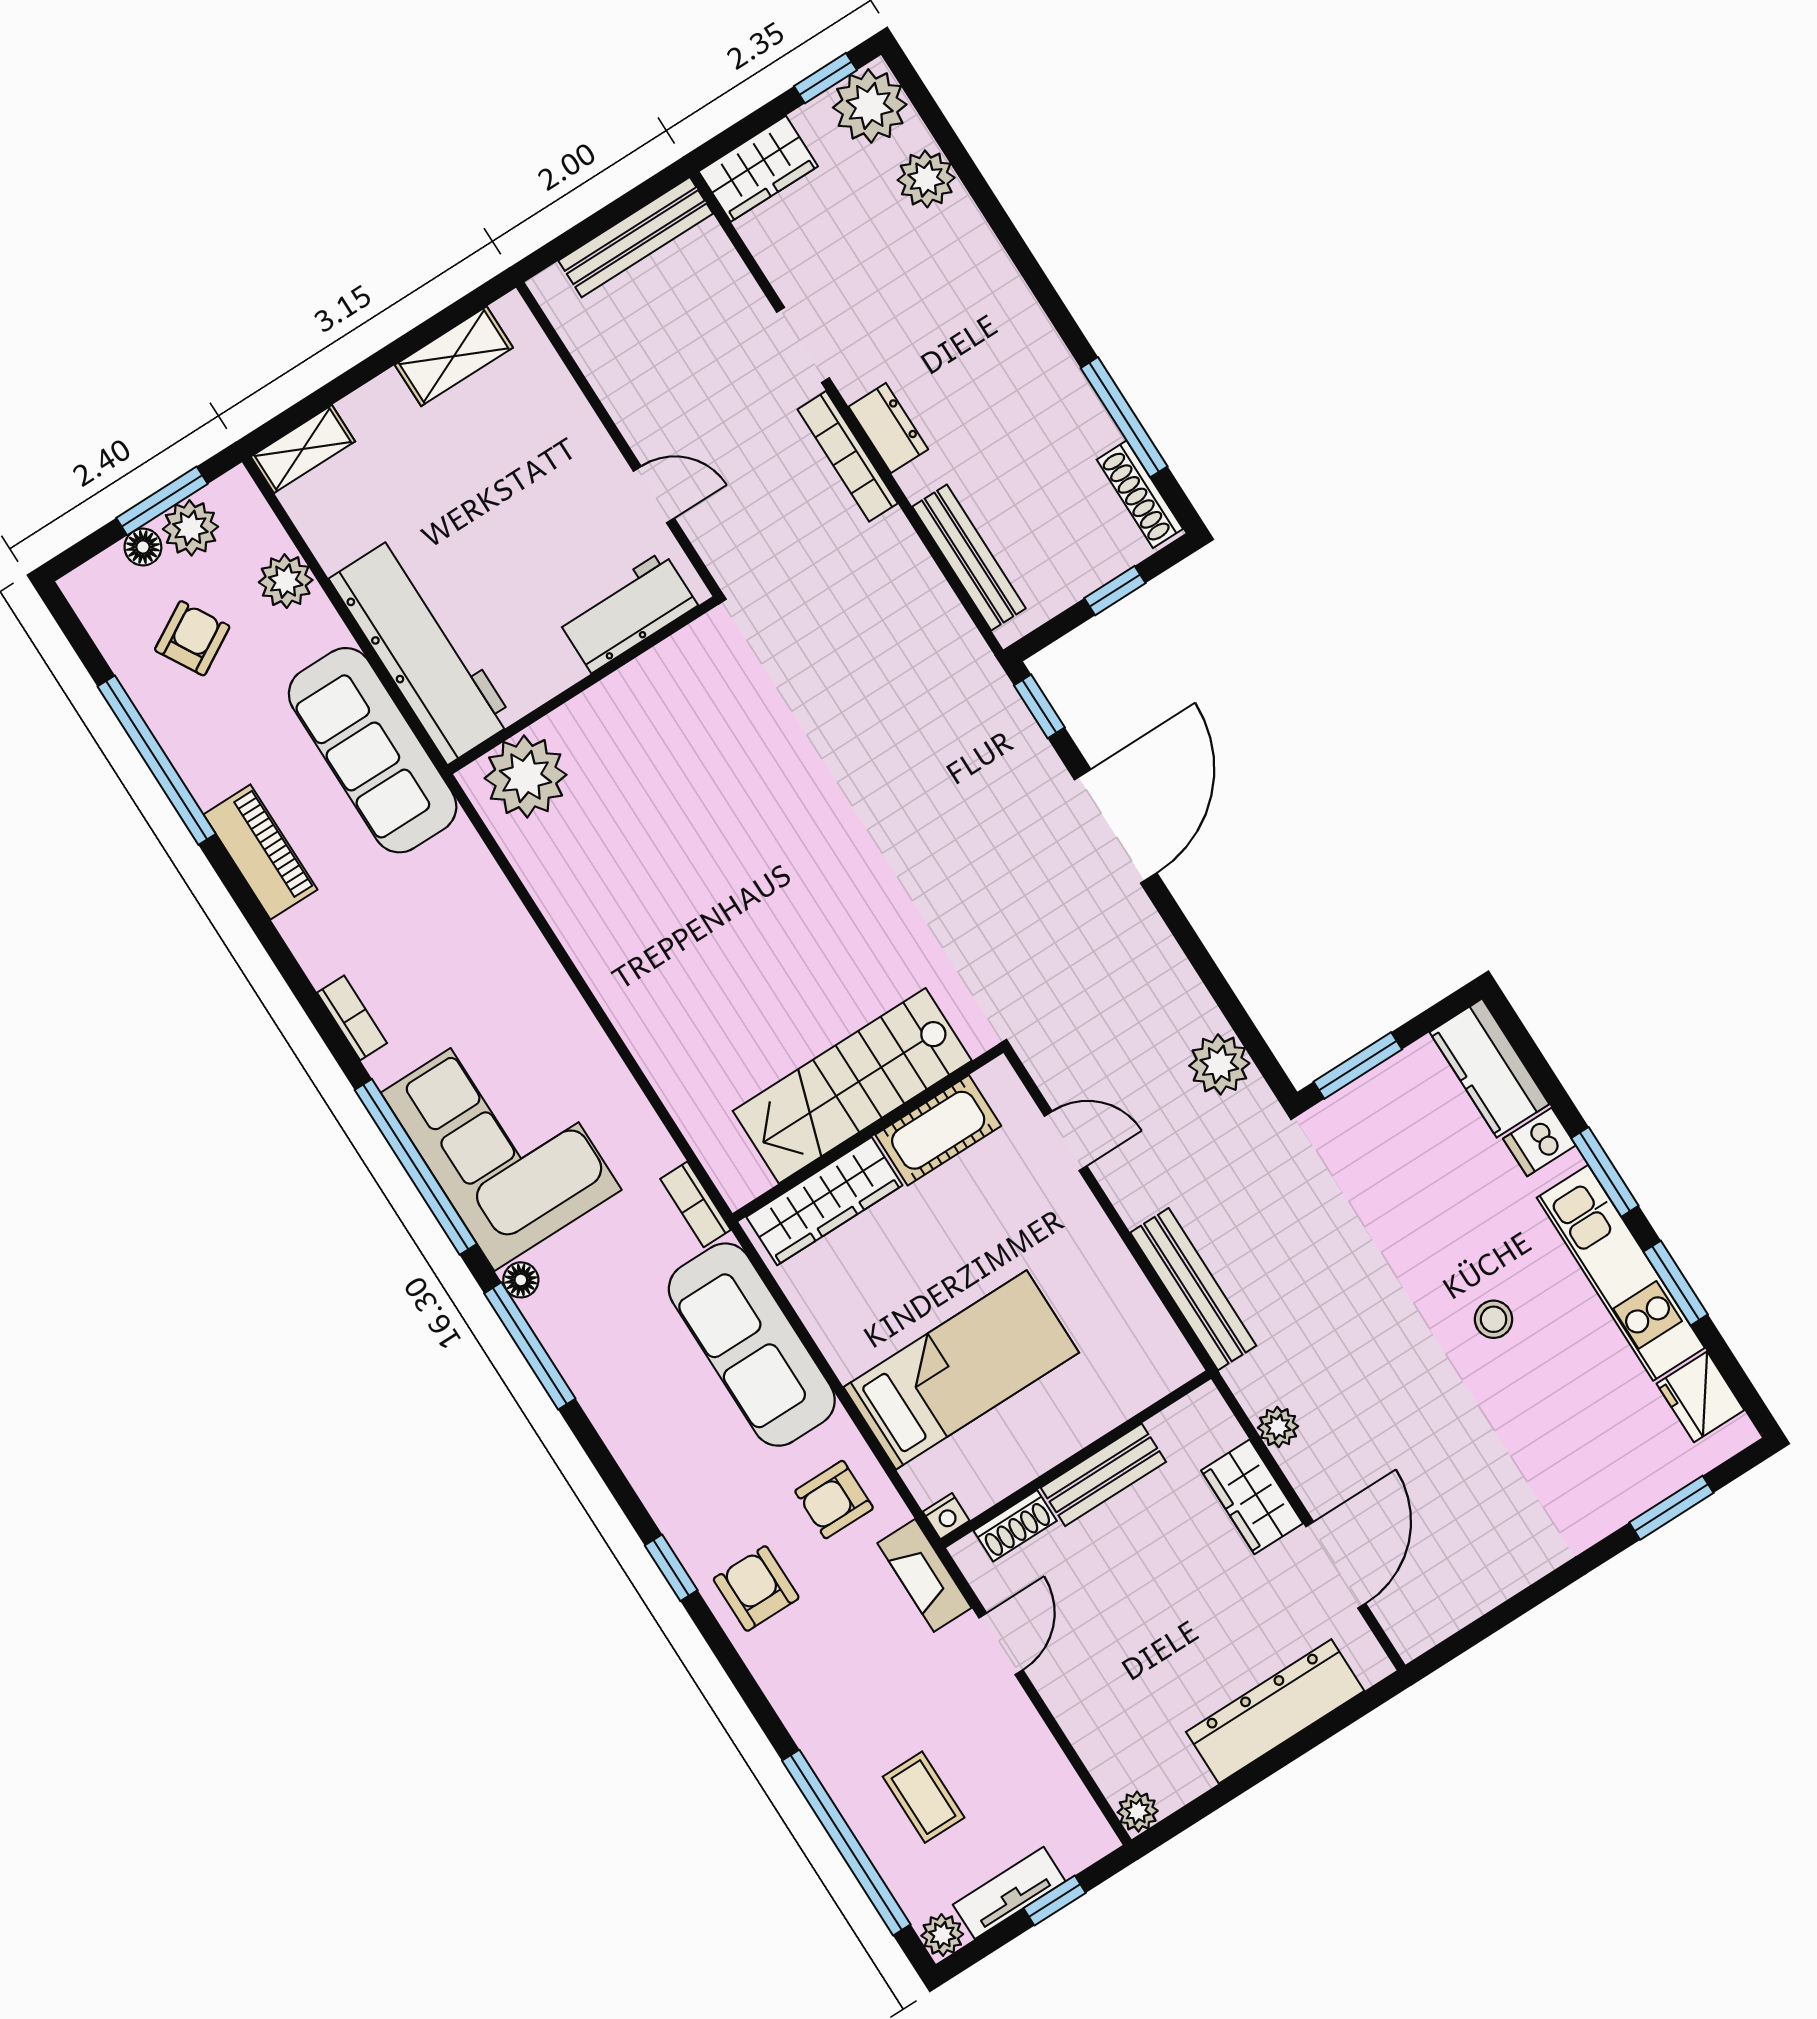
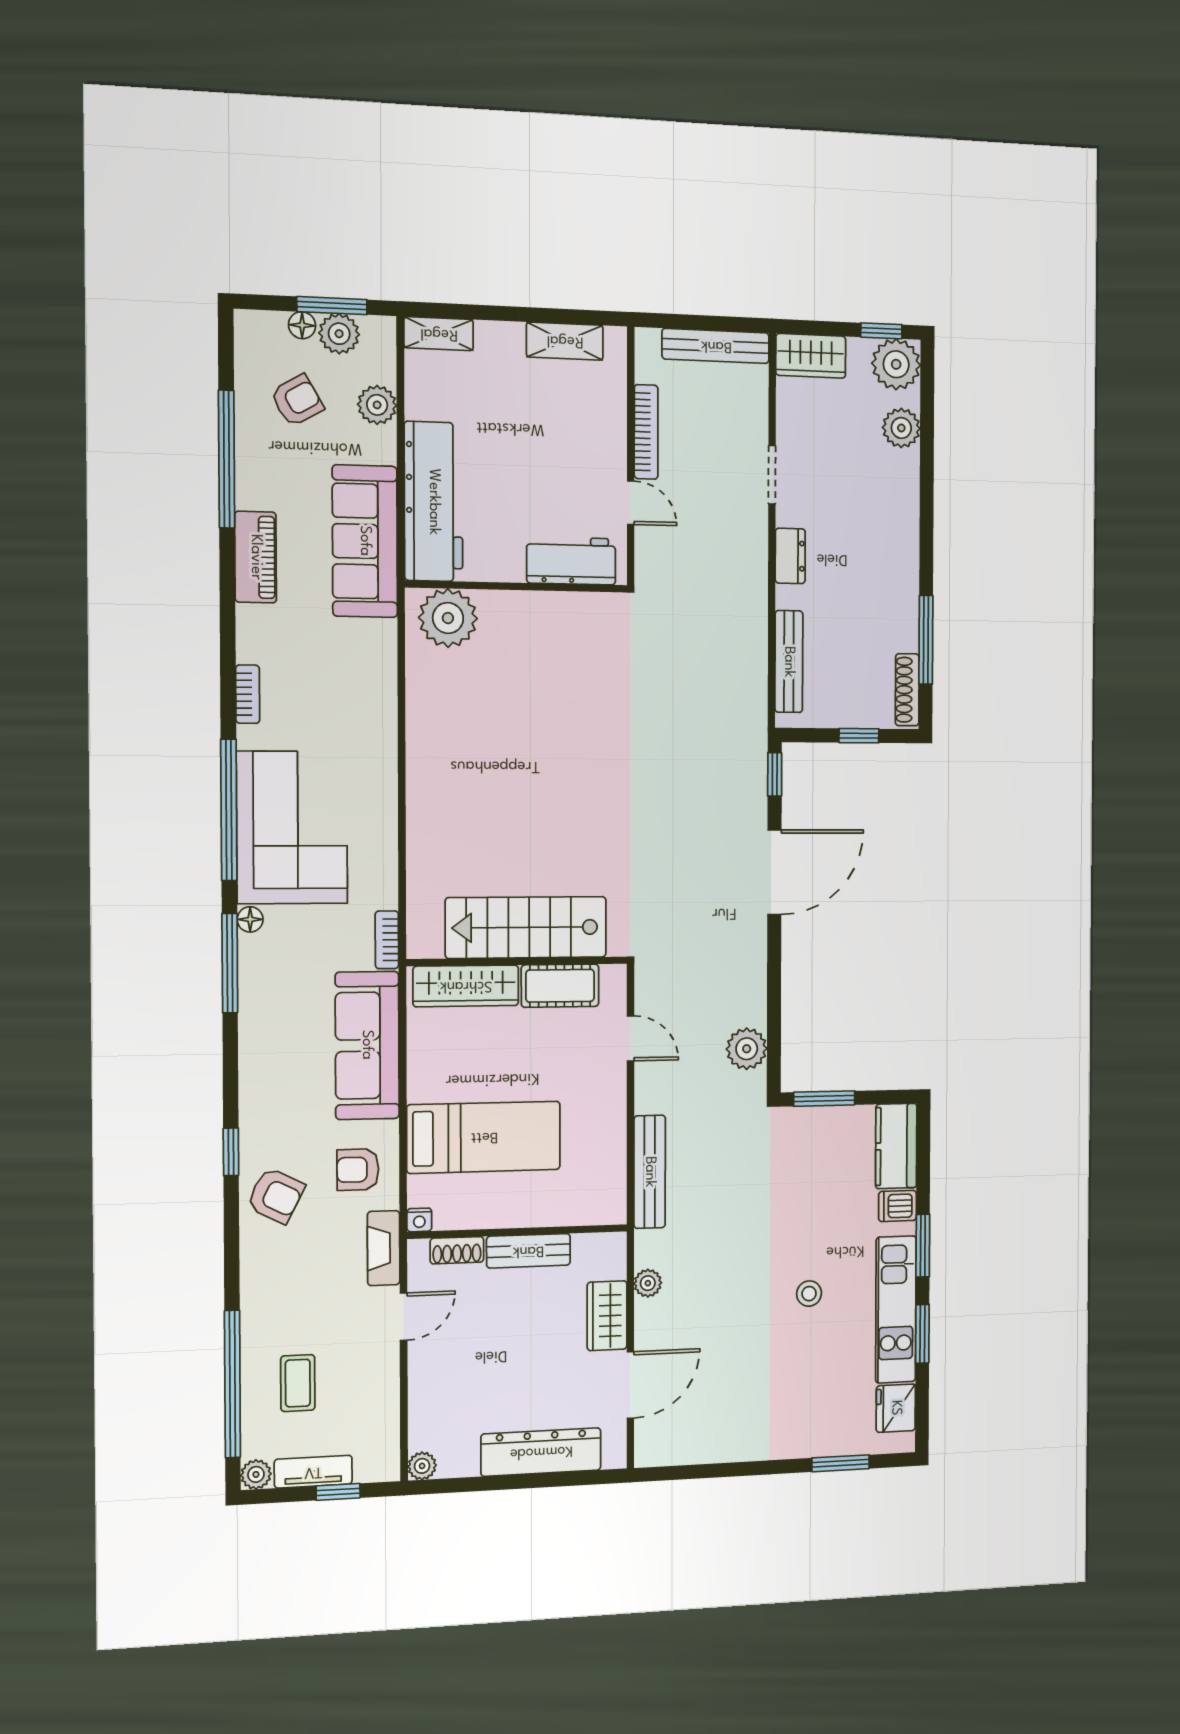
bookcase: (848, 456) -> (646, 432), moved, turned 180
armchair: (756, 1588) -> (276, 1196), turned 117

